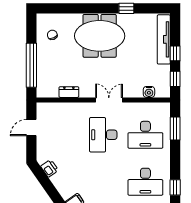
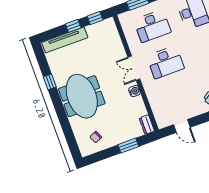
window: (31, 65) -> (128, 146), width x0.47
dresser: (69, 92) -> (147, 125), moved
water cooler: (149, 92) -> (134, 91), moved
desk: (145, 135) -> (152, 26), turned 90

